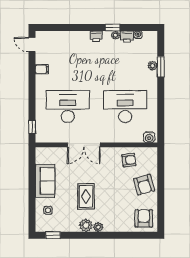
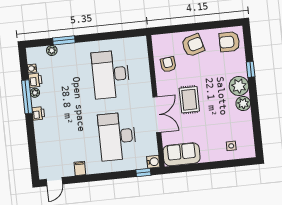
window: (112, 28) -> (27, 97), width x2.17
plant: (153, 66) -> (52, 50), moved
water cooler: (149, 137) -> (153, 162), moved
sofa: (45, 181) -> (182, 154), moved
rug: (86, 196) -> (189, 100), moved, turned 90
plant: (98, 227) -> (239, 86), width x1.87, depth x1.87
window: (53, 235) -> (251, 69), moved

